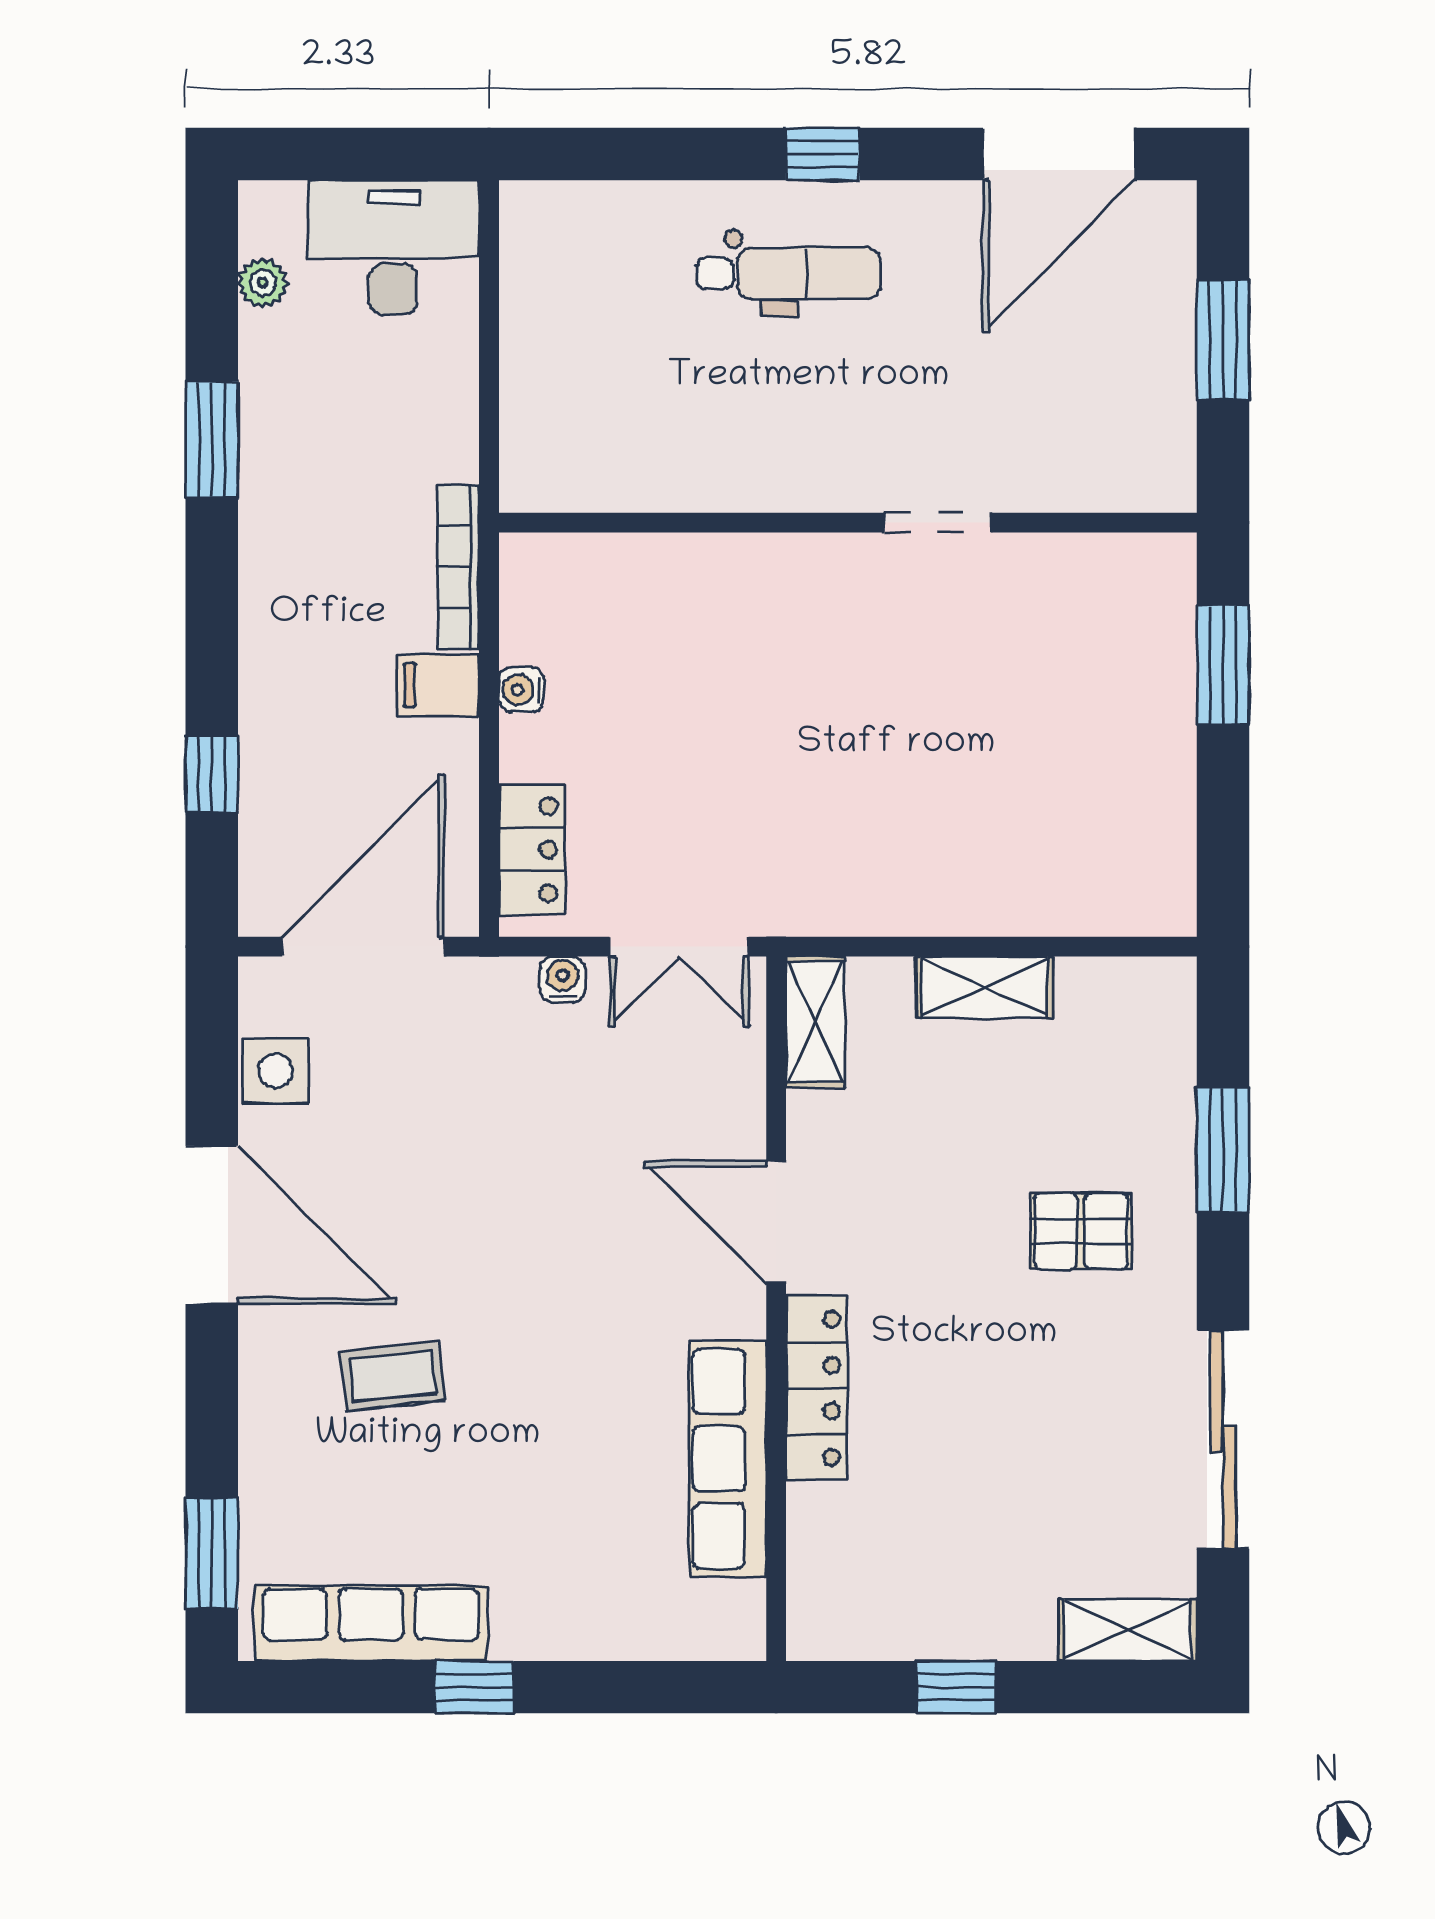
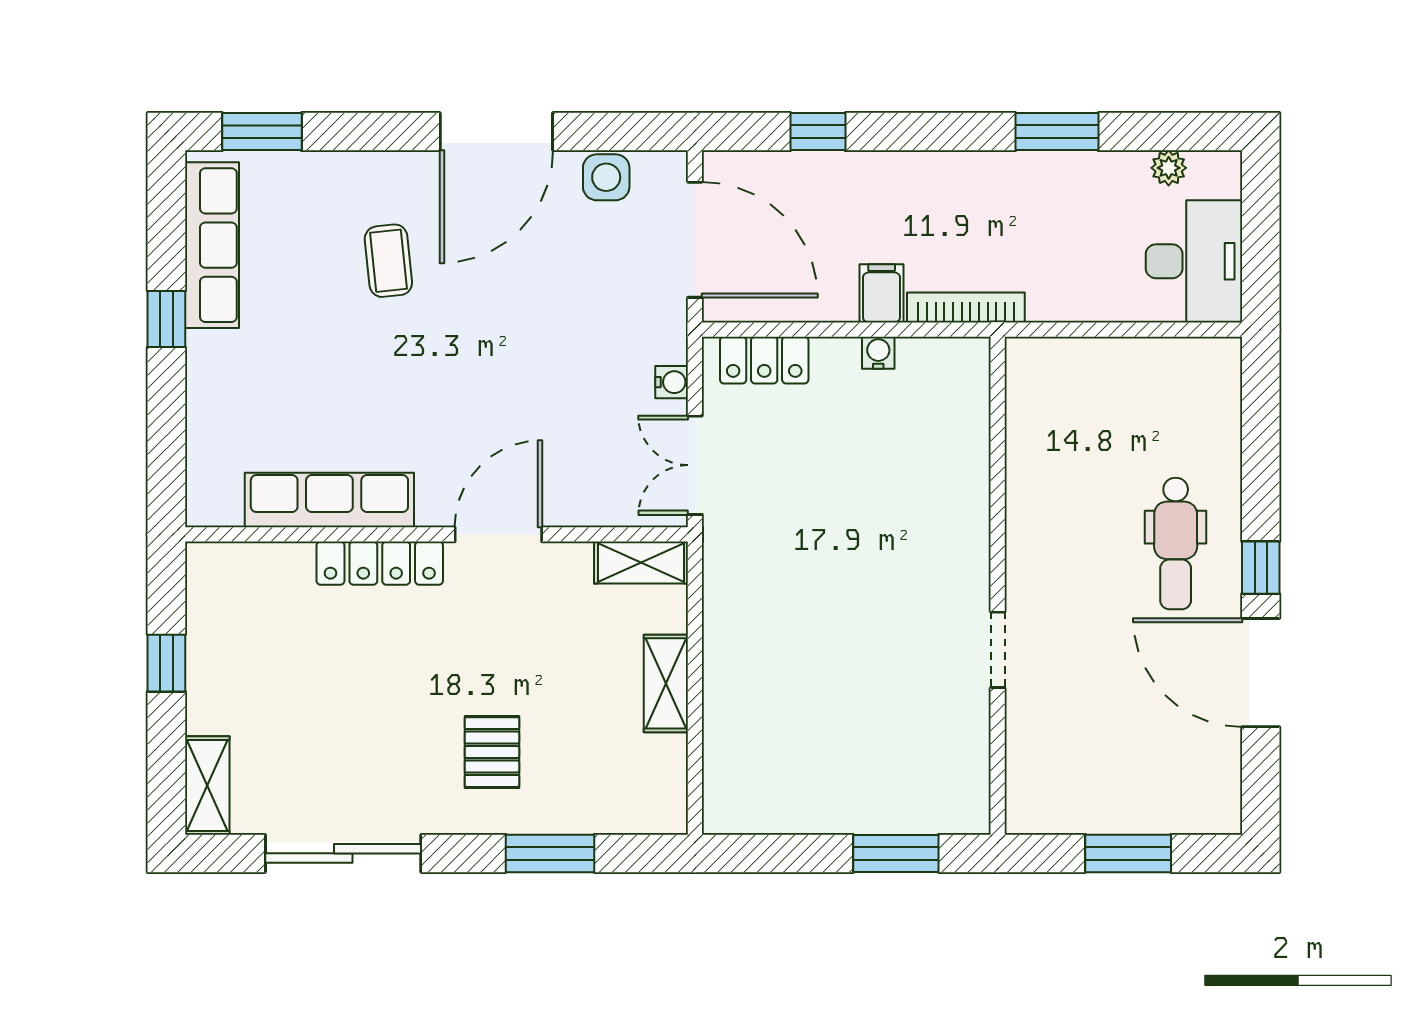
door: (1059, 154) -> (1261, 673), moved

